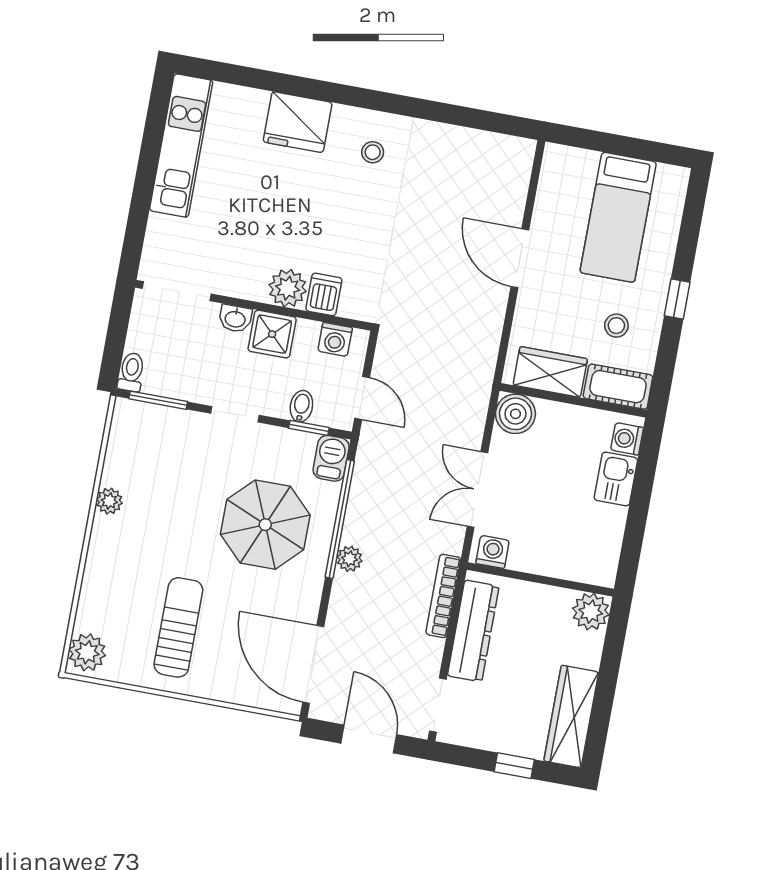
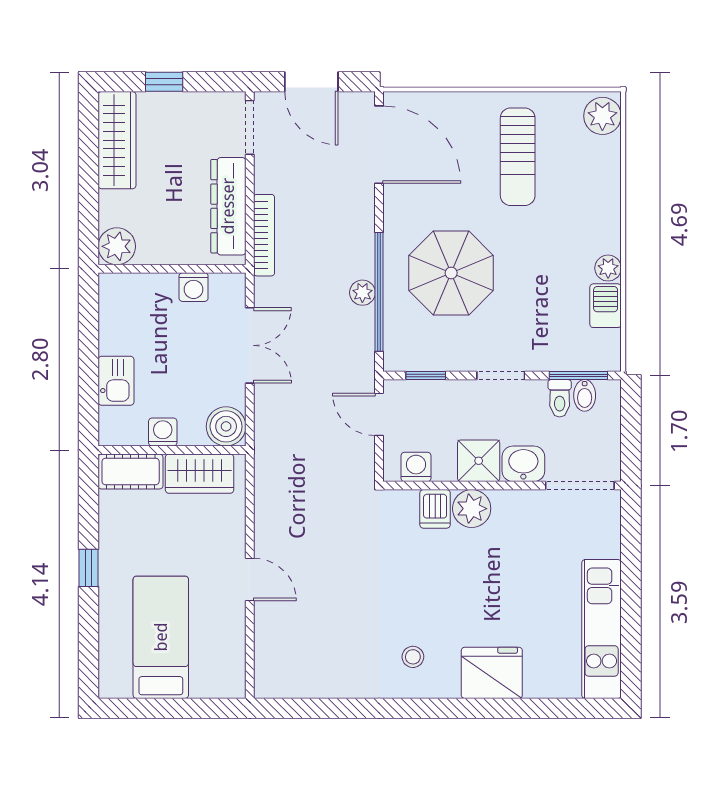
door: (520, 258) -> (250, 579), width x0.73
washbasin: (235, 319) -> (523, 464), width x1.38, depth x1.45
stool: (616, 326) -> (143, 531), removed
toilet: (131, 372) -> (560, 398), moved
bidet: (301, 406) -> (585, 395), moved
washing machine: (627, 439) -> (163, 432), moved, turned -90
barbecue: (331, 458) -> (606, 306), moved, turned 180
washing machine: (493, 552) -> (194, 287), moved
plant: (350, 559) -> (362, 293), moved

